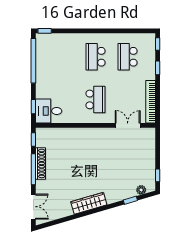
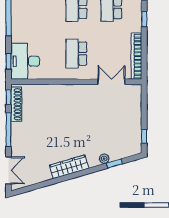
school desk: (95, 99) -> (76, 54), turned 180
desk: (49, 111) -> (25, 61), width x1.37
shoe rack: (40, 163) -> (16, 104), moved
plant: (141, 190) -> (104, 159), moved

